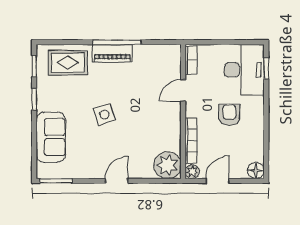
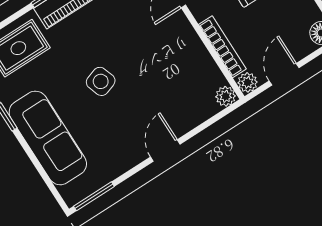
sofa: (51, 137) -> (48, 138), width x1.36
plant: (167, 165) -> (226, 96), width x0.53, depth x0.53

